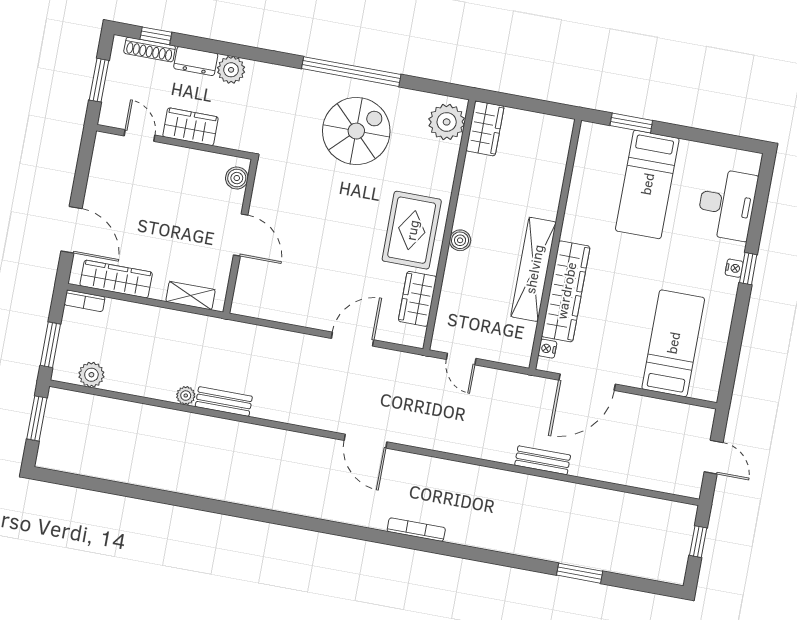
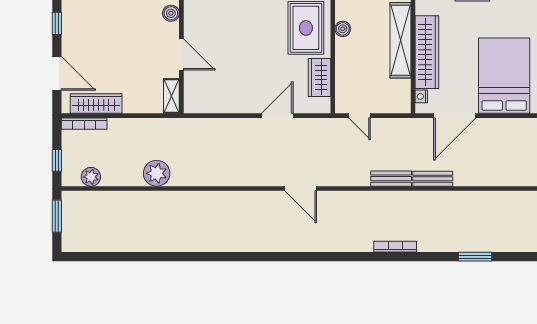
window: (84, 164) -> (57, 23), added
shelving: (191, 296) -> (171, 96), moved, turned 90
bookcase: (85, 301) -> (84, 124), width x1.56
bed: (673, 343) -> (504, 76), width x1.50
window: (50, 345) -> (57, 160), width x0.67
plant: (186, 396) -> (157, 173), width x1.88, depth x1.88
bench: (224, 401) -> (391, 179), moved
bookcase: (416, 530) -> (395, 247), moved

